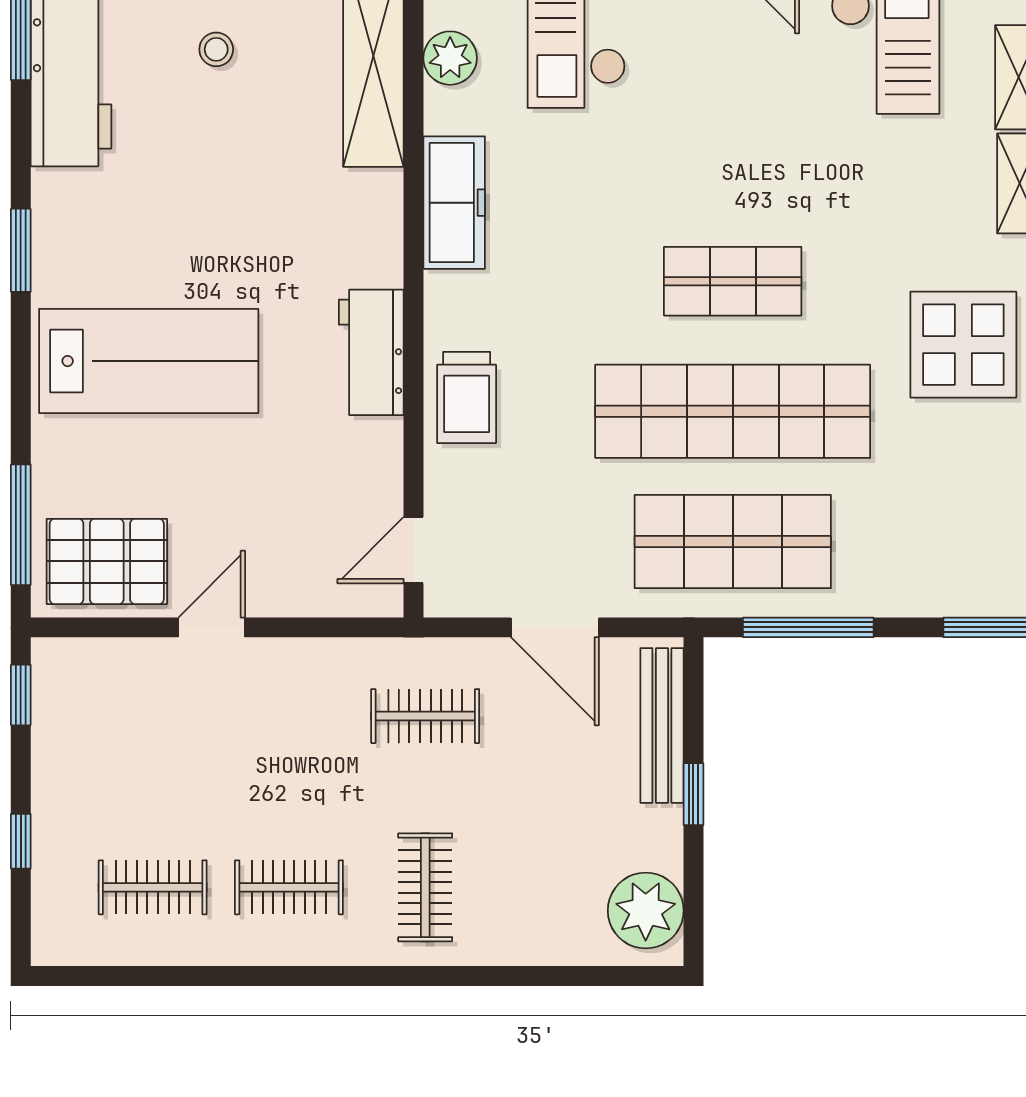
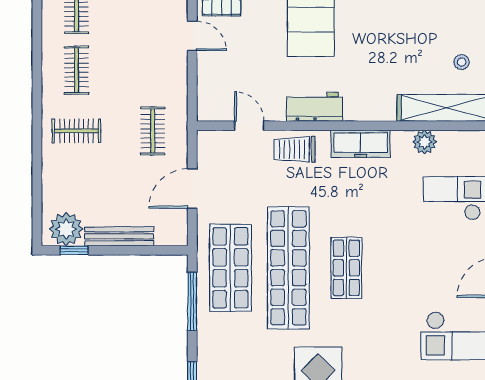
stool: (216, 49) -> (462, 62), moved
plant: (450, 58) -> (425, 142), moved
freezer: (454, 203) -> (361, 144), moved
door: (414, 550) -> (249, 126), moved
bench: (662, 725) -> (119, 236), moved
window: (693, 794) -> (74, 250), moved

